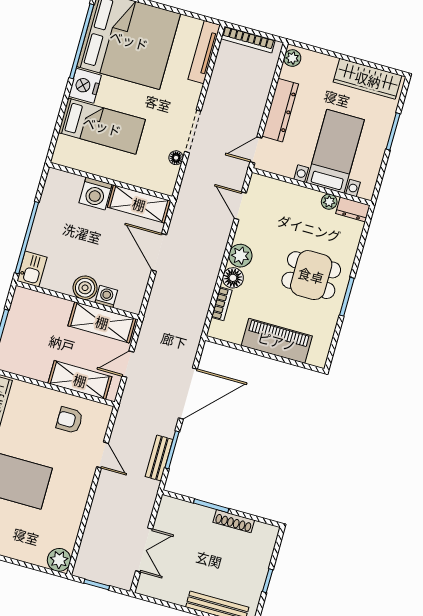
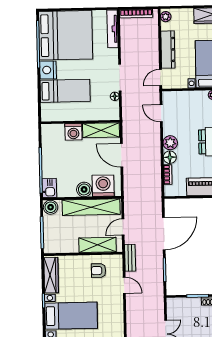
washing machine: (106, 296) -> (103, 186), width x1.89, depth x1.89
boiler: (25, 300) -> (51, 207), added
shelving: (102, 322) -> (91, 207), width x1.47
bench: (159, 458) -> (130, 258), moved

